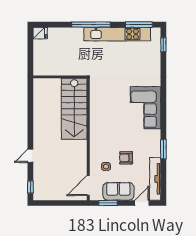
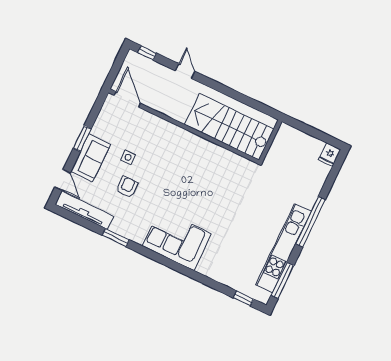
stairs: (74, 109) -> (229, 127), moved
wall: (88, 139) -> (184, 126), moved
door: (88, 185) -> (127, 99), moved

